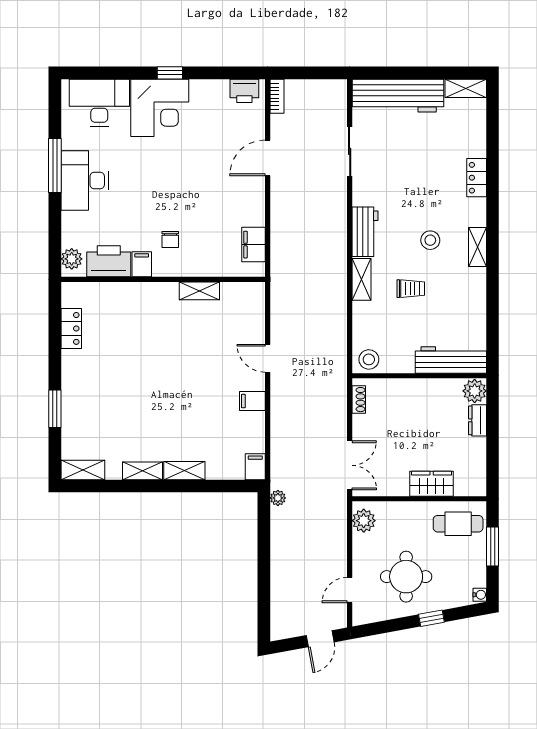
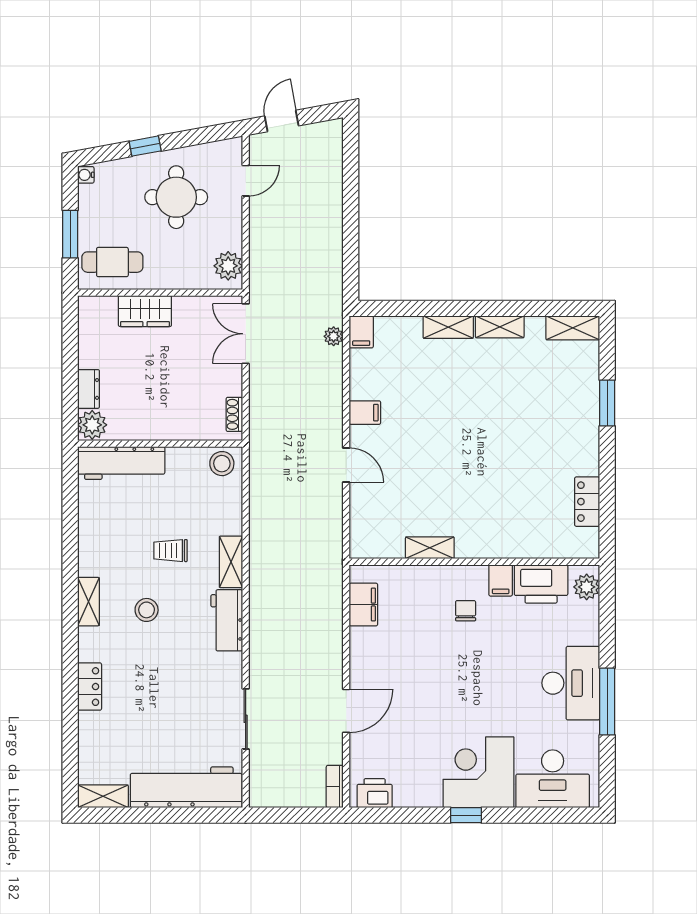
plant: (278, 498) -> (334, 336), moved

